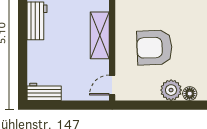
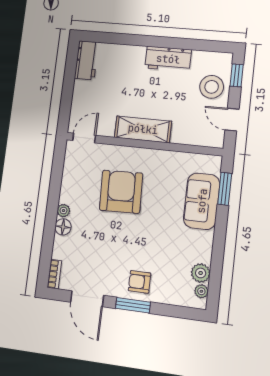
door: (112, 85) -> (84, 138), hinge flipped
plant: (171, 90) -> (63, 211), width x0.53, depth x0.53

